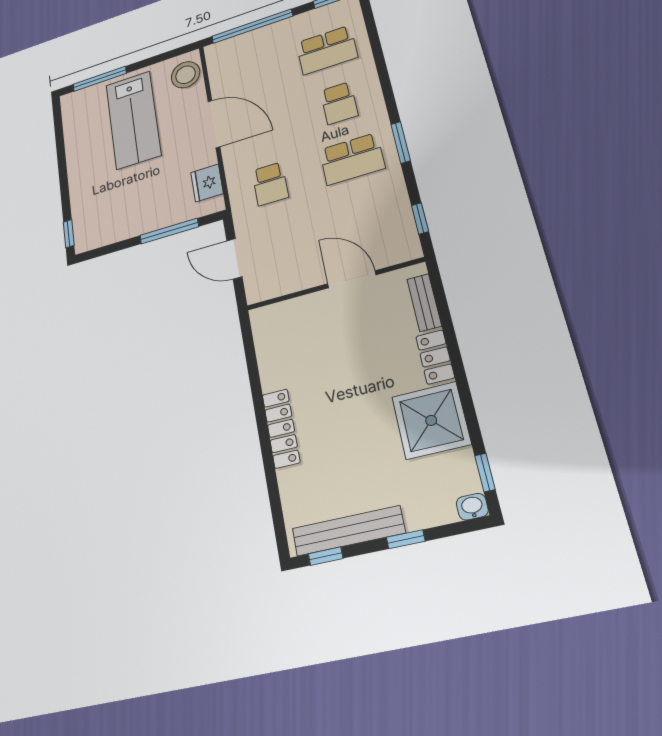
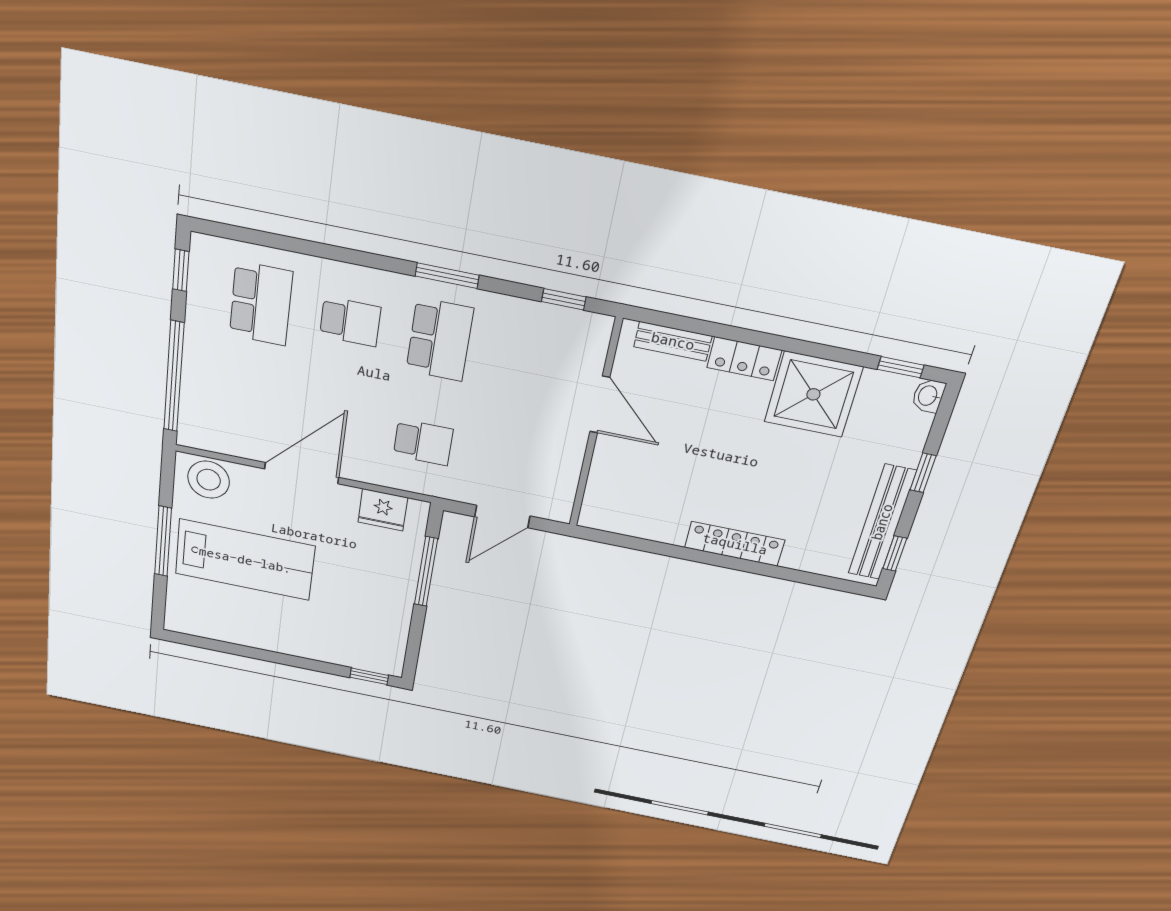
window: (100, 79) -> (163, 541), moved
door: (352, 279) -> (600, 405), swing flipped

